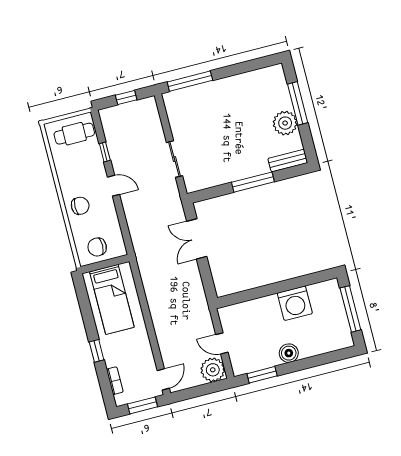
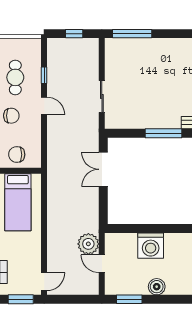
cafe table: (74, 134) -> (15, 77), moved, turned 90
washing machine: (295, 303) -> (151, 246), moved
plant: (213, 370) -> (88, 244), moved

